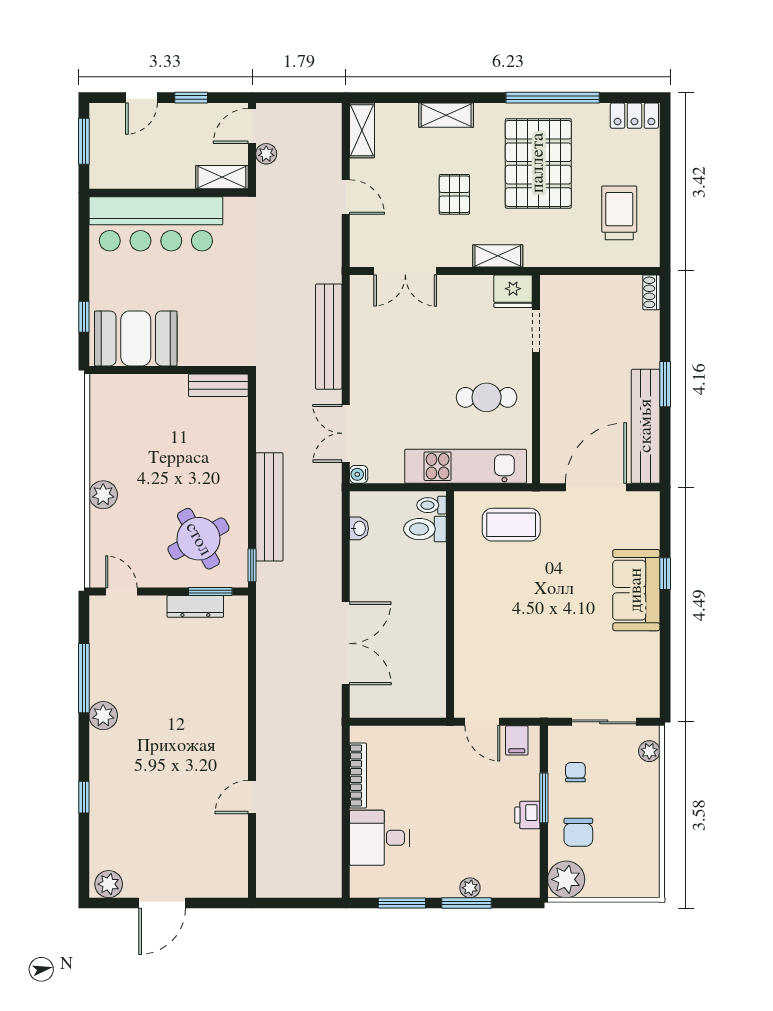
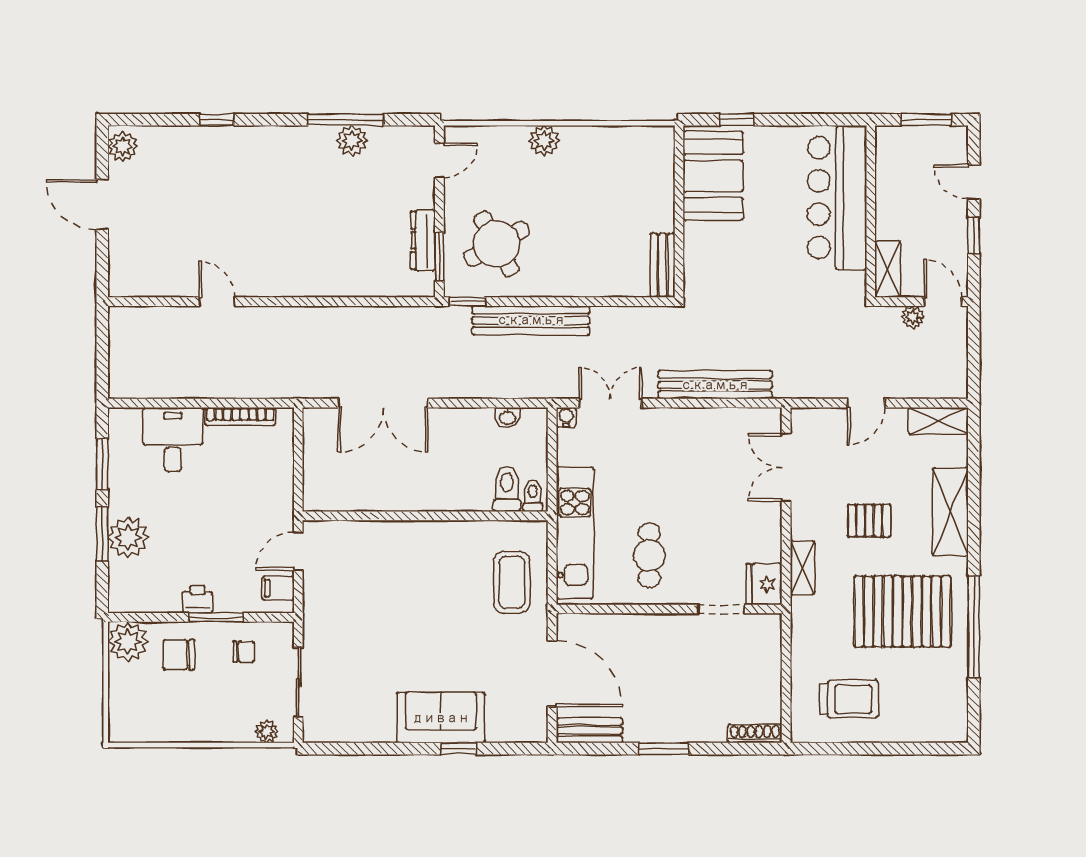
shelving: (446, 115) -> (950, 512), width x1.50, depth x1.33
locker: (634, 116) -> (954, 716), removed
shoe rack: (651, 292) -> (755, 734), width x1.43
bench: (646, 426) -> (589, 730), width x0.54, depth x0.82
plant: (103, 716) -> (352, 141), moved
plant: (470, 888) -> (128, 538), width x1.88, depth x1.88

